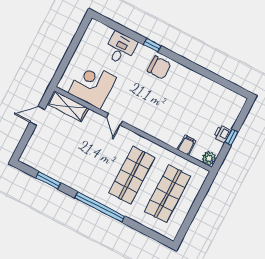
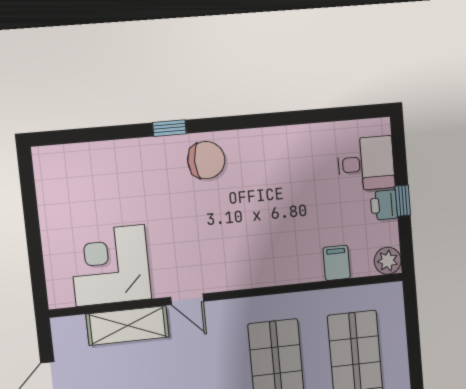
desk: (120, 48) -> (366, 164), moved, turned 90
shelving: (68, 106) -> (128, 326), moved

